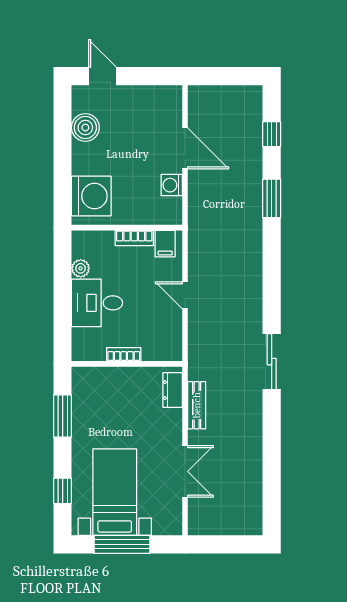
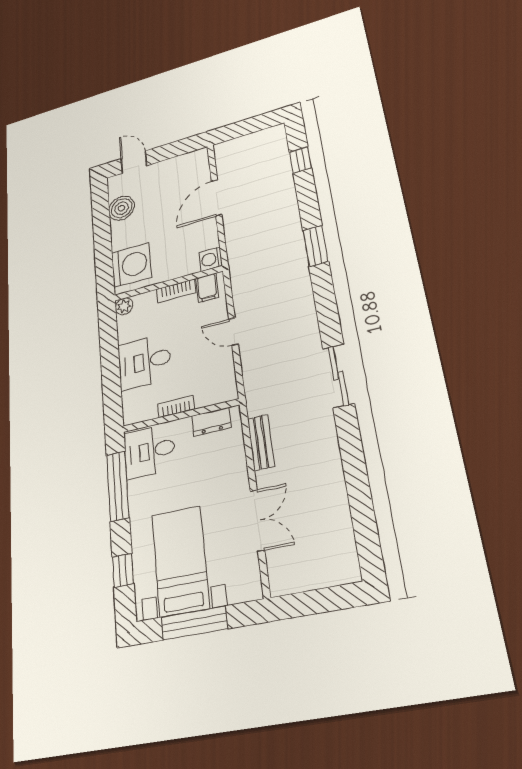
door: (185, 148) -> (217, 198), swing flipped
washing machine: (172, 185) -> (211, 259), moved
window: (272, 198) -> (316, 246), moved
plant: (81, 268) -> (124, 306), moved
desk: (95, 390) -> (149, 451), added
dresser: (173, 390) -> (211, 422), moved, turned -90
window: (63, 416) -> (118, 486), width x1.44

